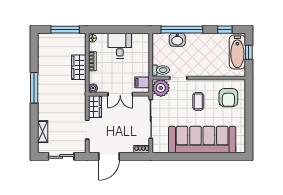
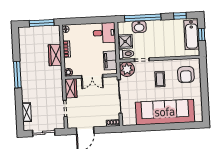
desk: (120, 46) -> (104, 33), moved, turned 90
shower: (160, 56) -> (125, 41), added
filing cabinet: (142, 82) -> (110, 60), width x2.00

